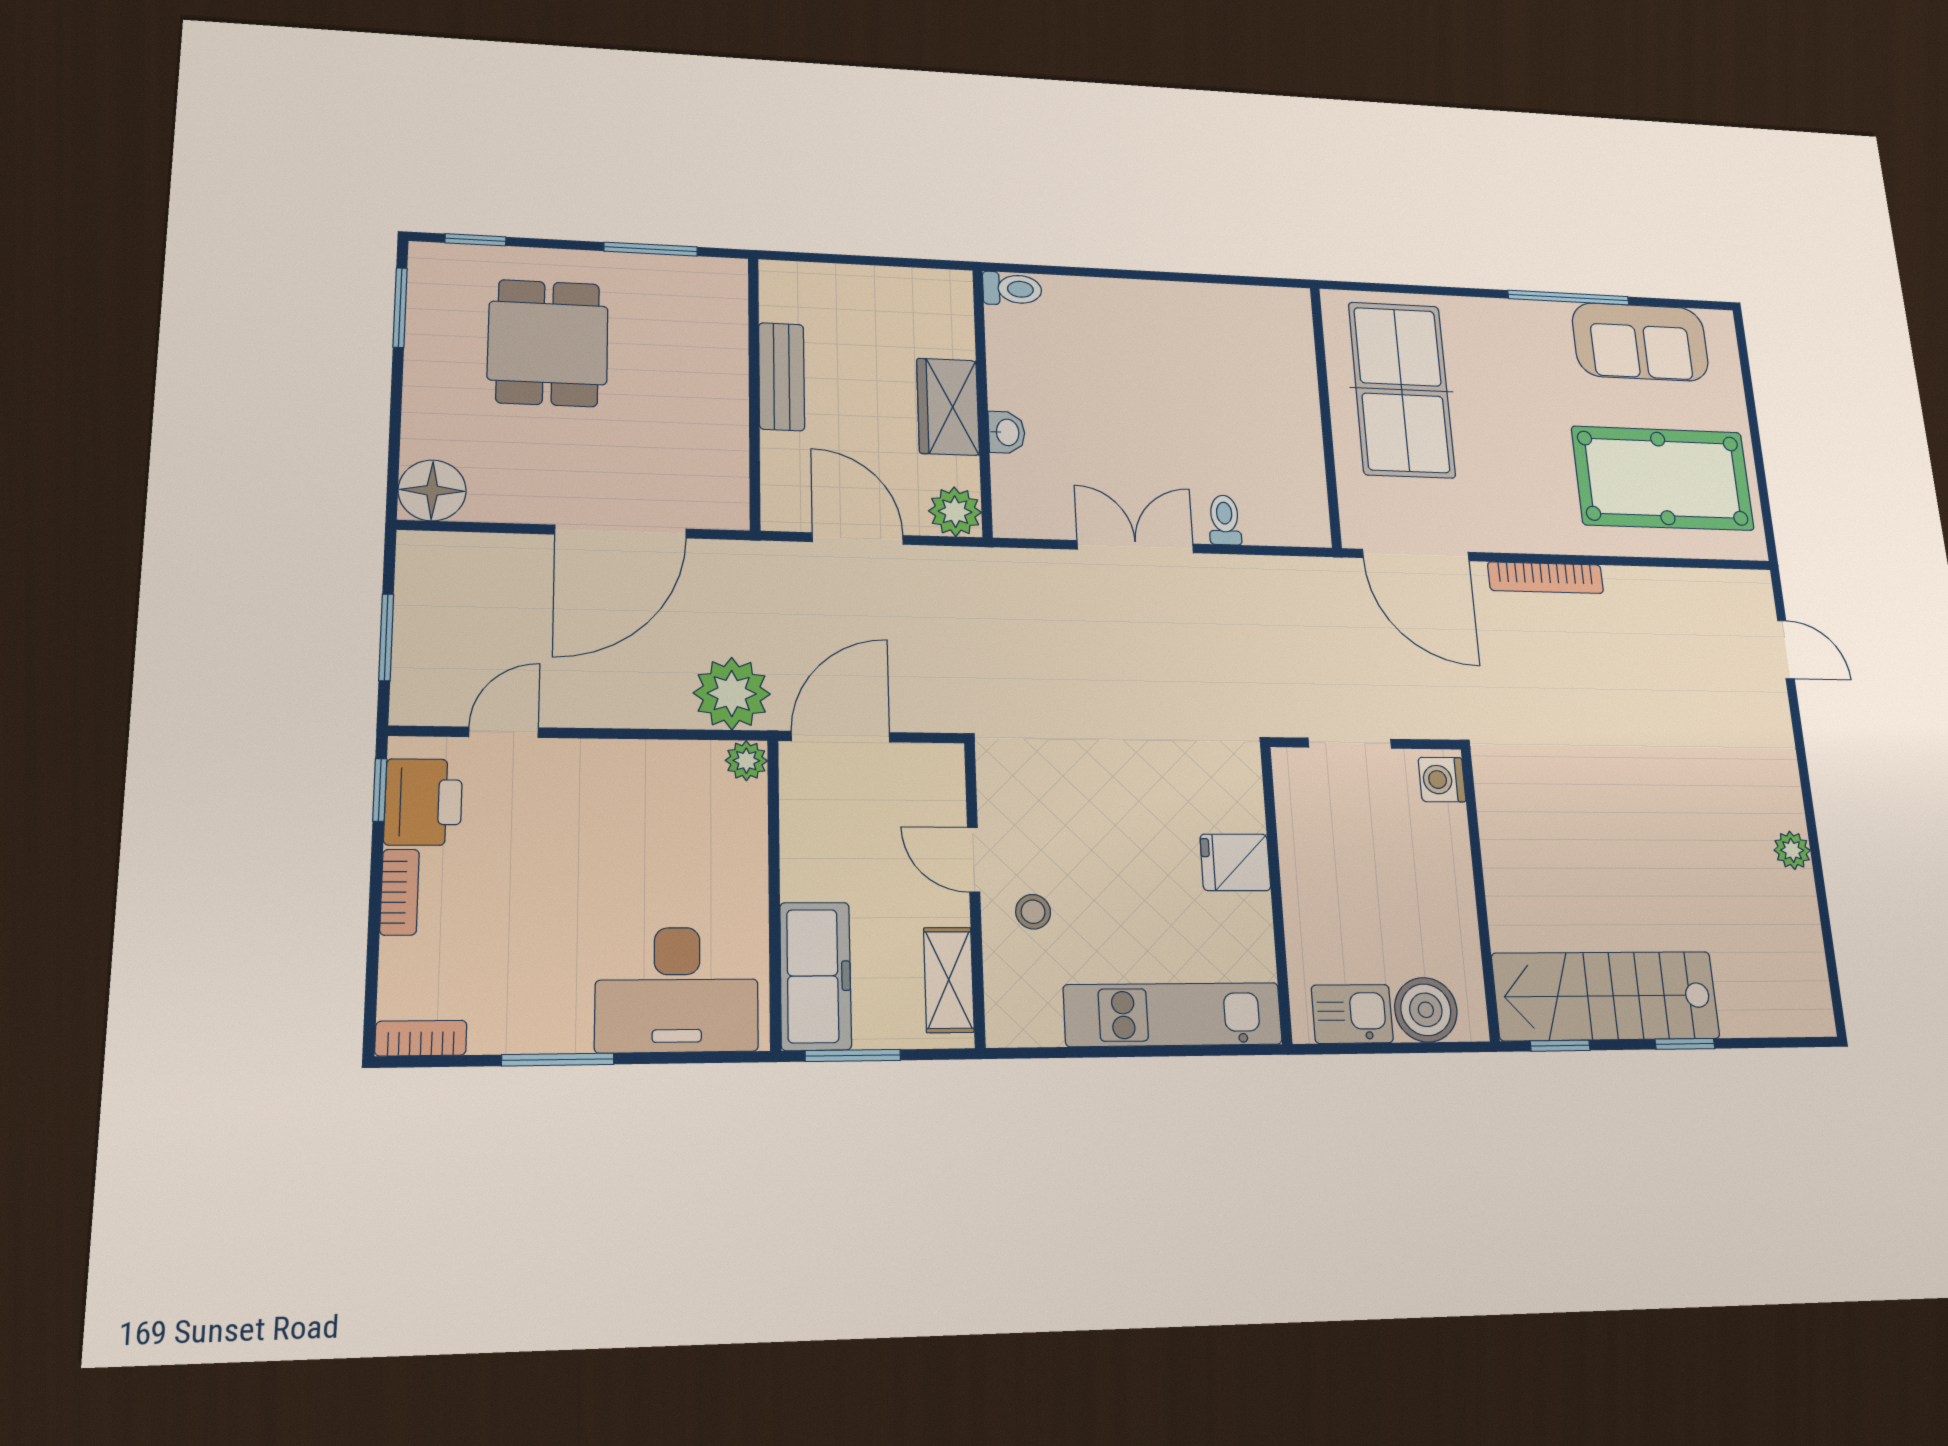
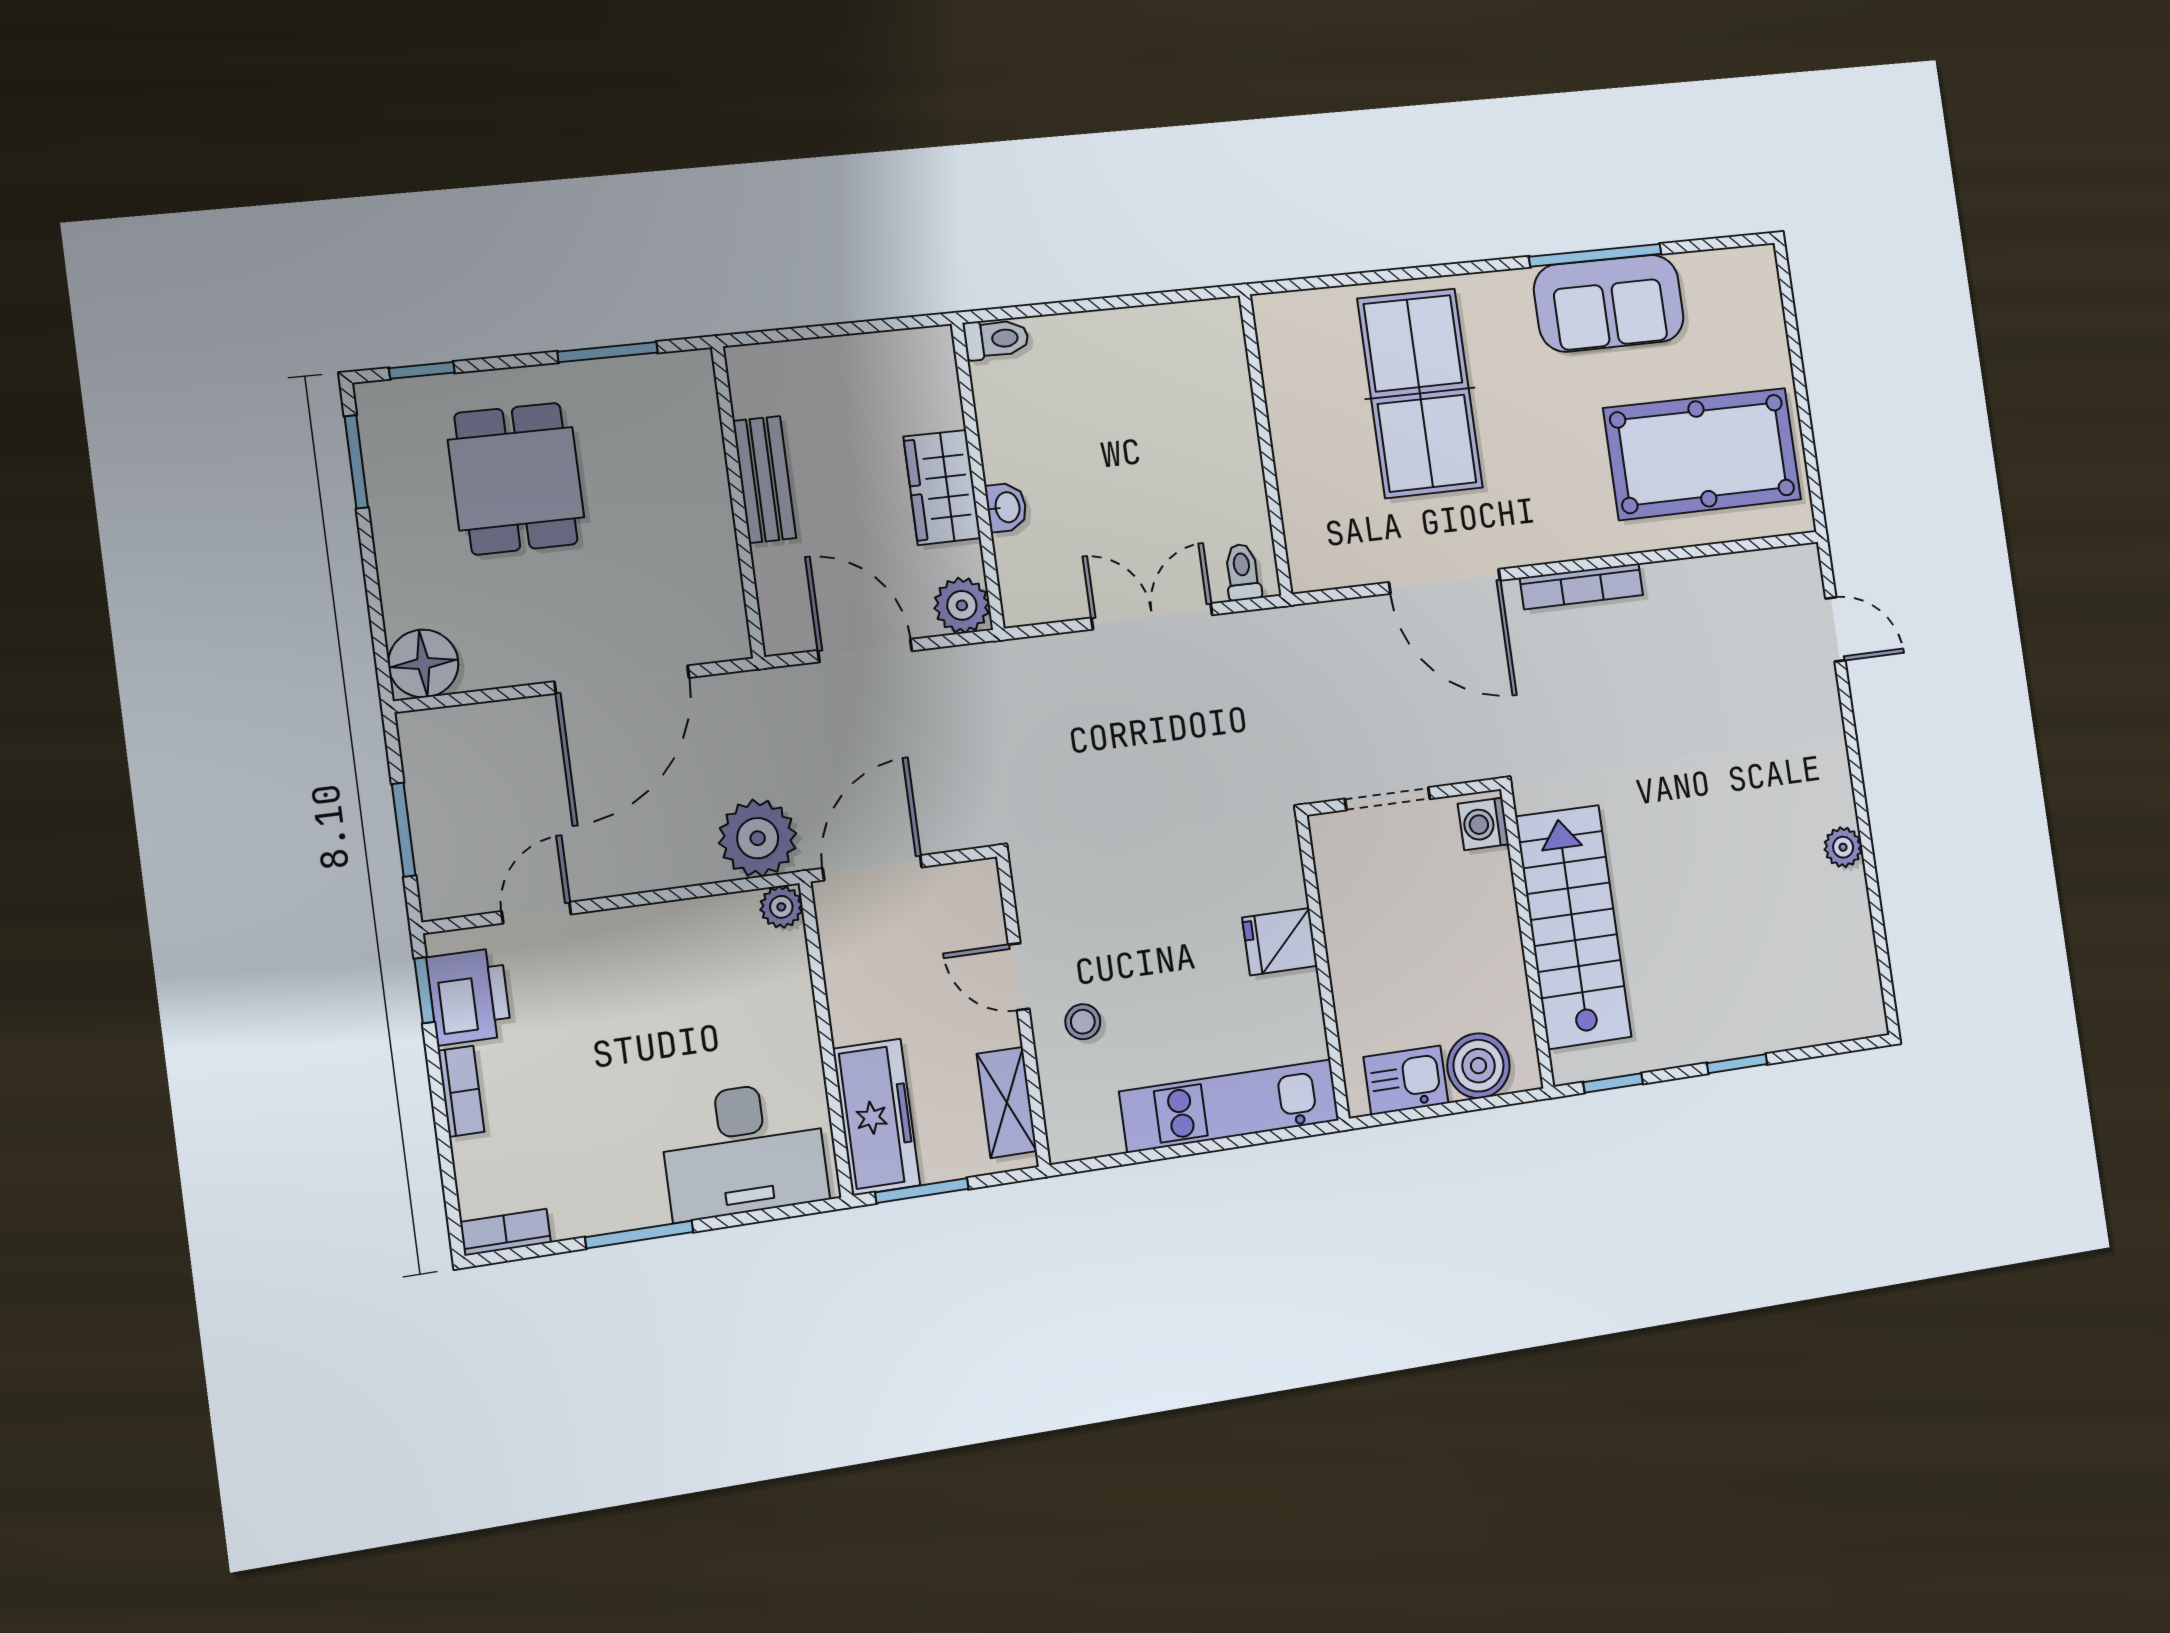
sofa: (1640, 342) -> (1609, 303), moved
wall: (1326, 416) -> (1266, 445), moved
stairs: (1606, 996) -> (1573, 927), moved, turned 90

